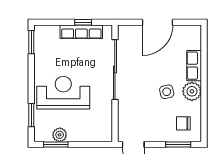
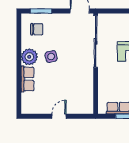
door: (157, 22) -> (59, 116), width x0.53
sliding door: (115, 69) -> (96, 42), moved

